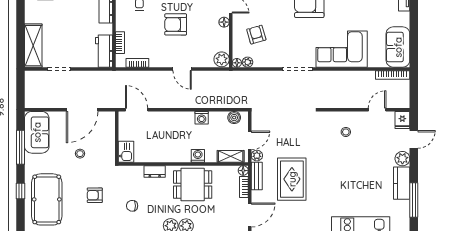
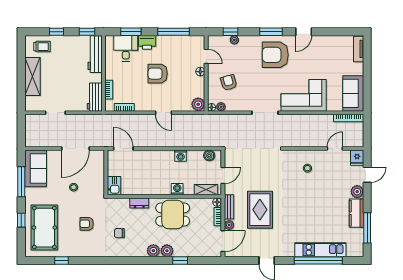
shelving: (33, 46) -> (33, 76), moved
plant: (257, 156) -> (229, 225), moved

